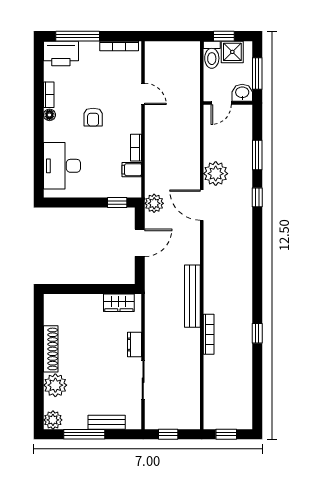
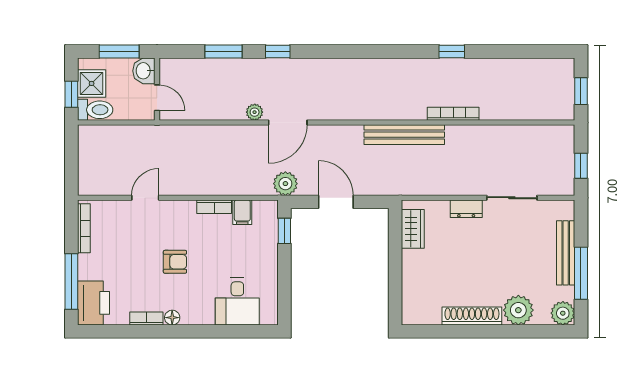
desk: (62, 166) -> (237, 302), width x0.73
plant: (216, 174) -> (255, 112), width x0.53, depth x0.53
bench: (107, 422) -> (566, 253), width x1.36

